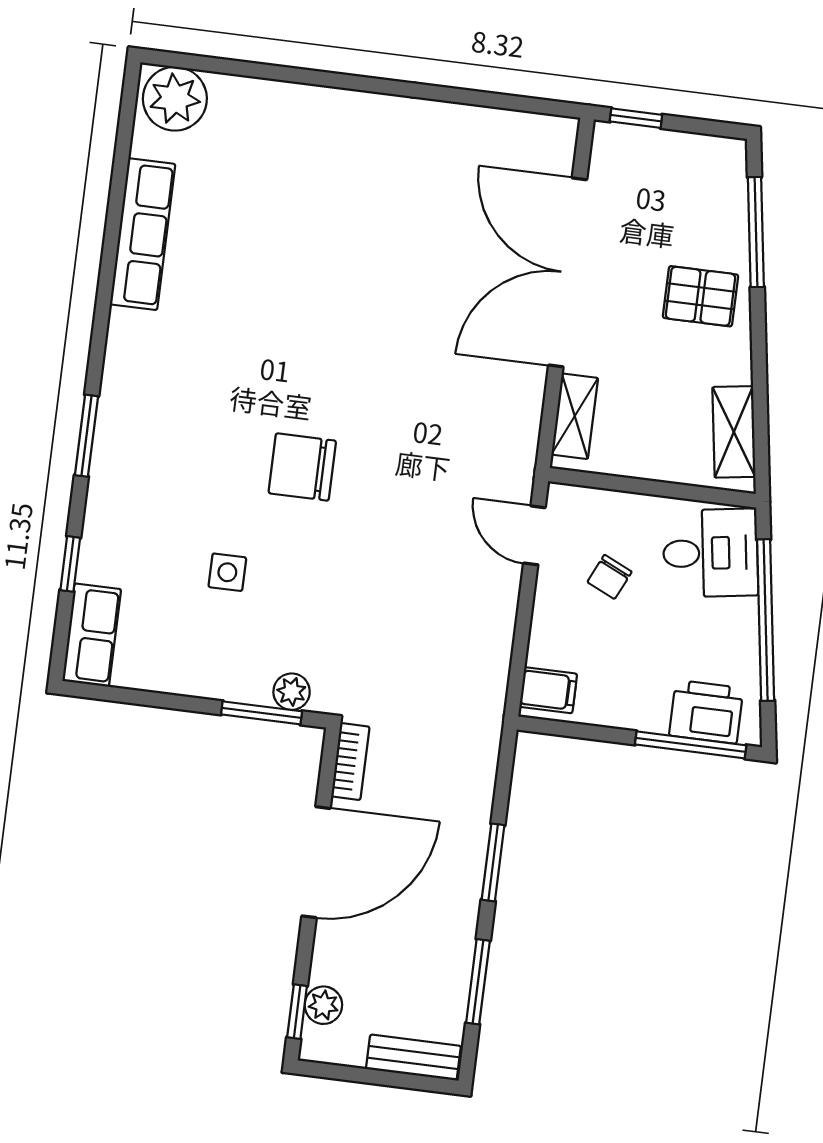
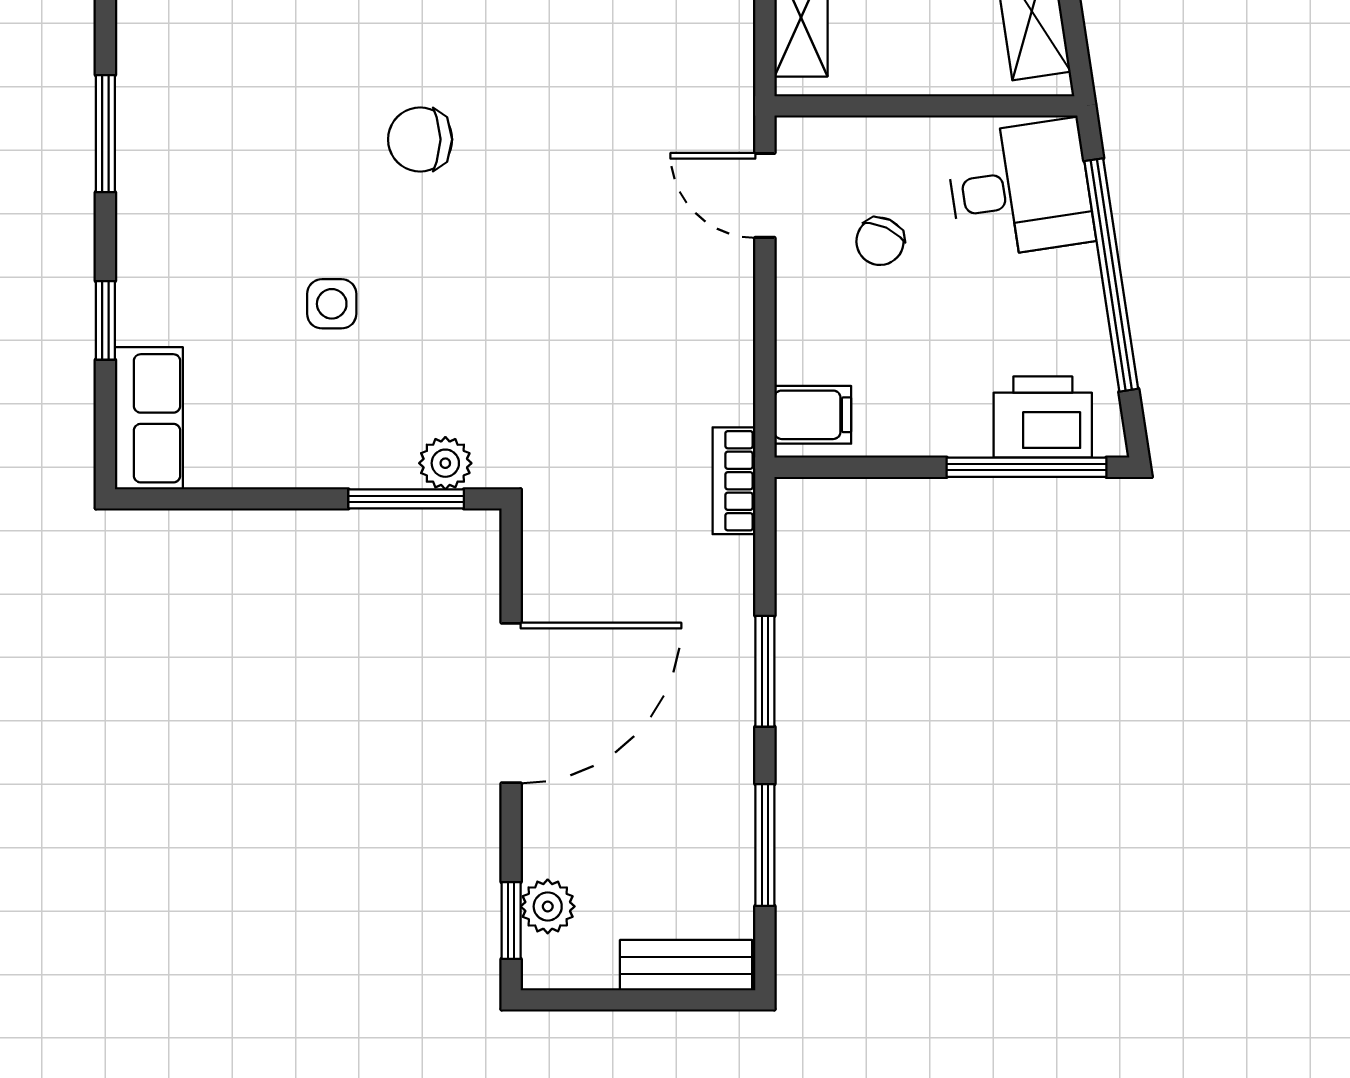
chair: (302, 467) -> (420, 139), width x0.73, depth x0.73
bookcase: (350, 762) -> (734, 481), moved, turned 180

